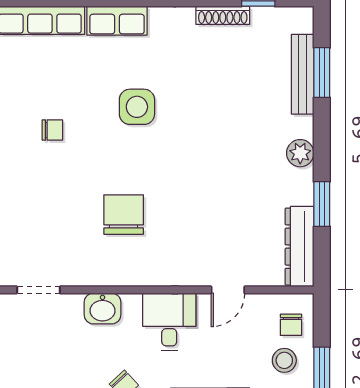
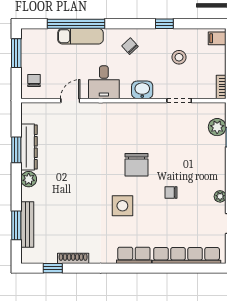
chair: (124, 215) -> (136, 165), moved
dresser: (300, 247) -> (29, 147), moved
stool: (284, 360) -> (179, 57), moved

